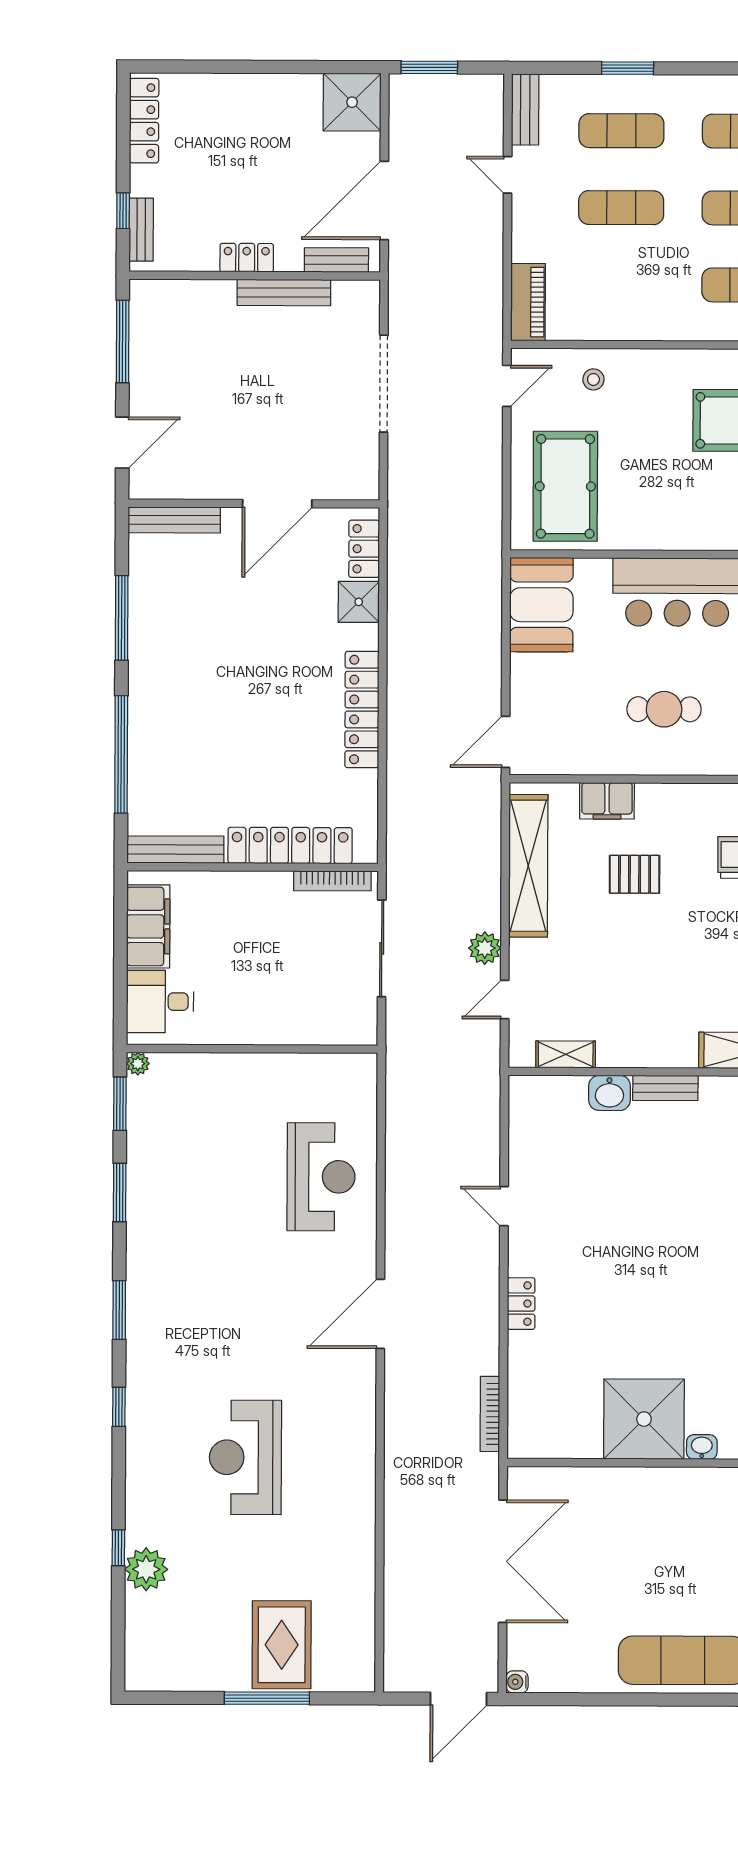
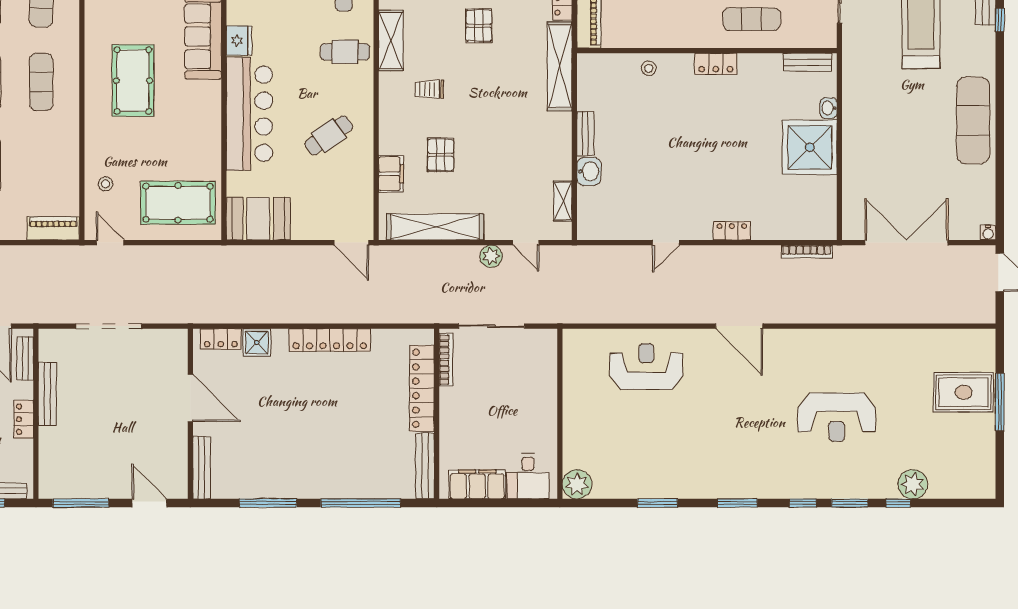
cafe table: (664, 709) -> (329, 135), turned 55
plant: (138, 1064) -> (577, 484), width x1.88, depth x1.88
window: (120, 1104) -> (850, 503), moved

